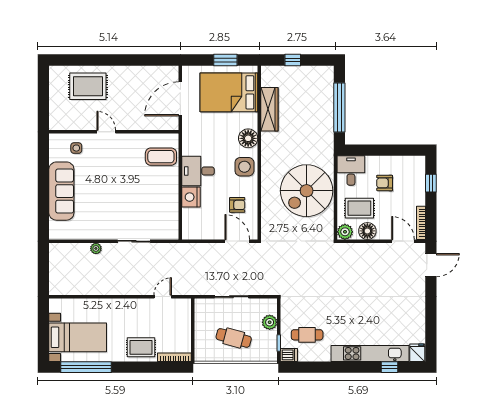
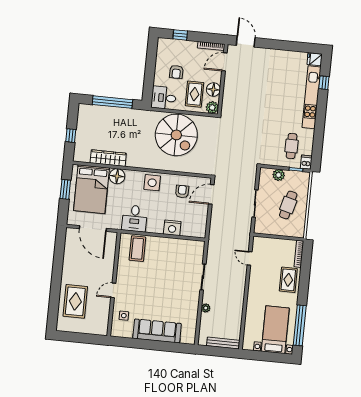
floor lamp: (248, 138) -> (117, 176), moved
desk: (198, 171) -> (135, 218), moved
bench: (55, 274) -> (223, 343), added

